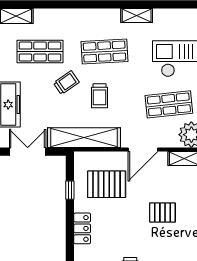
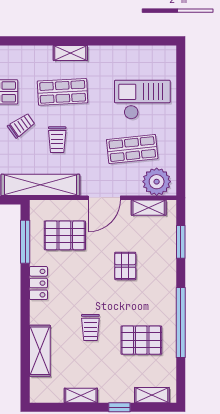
shelving: (137, 15) -> (70, 53), moved
window: (70, 190) -> (25, 242), width x2.17
pallet: (162, 213) -> (125, 266), turned 90

